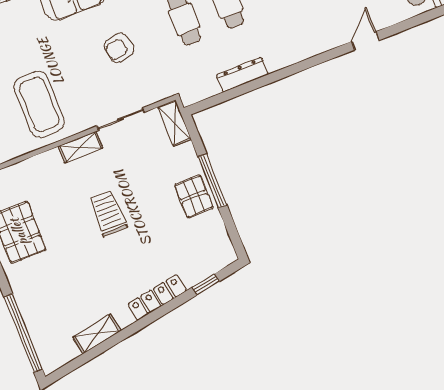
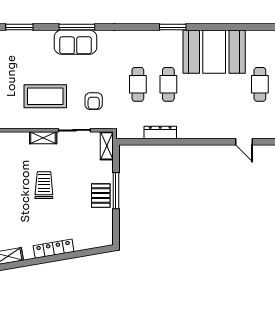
door: (365, 41) -> (244, 142), swing flipped
armchair: (119, 48) -> (94, 101), moved, turned -78
coffee table: (39, 104) -> (45, 96), moved, turned 90
window: (206, 284) -> (87, 253), removed

